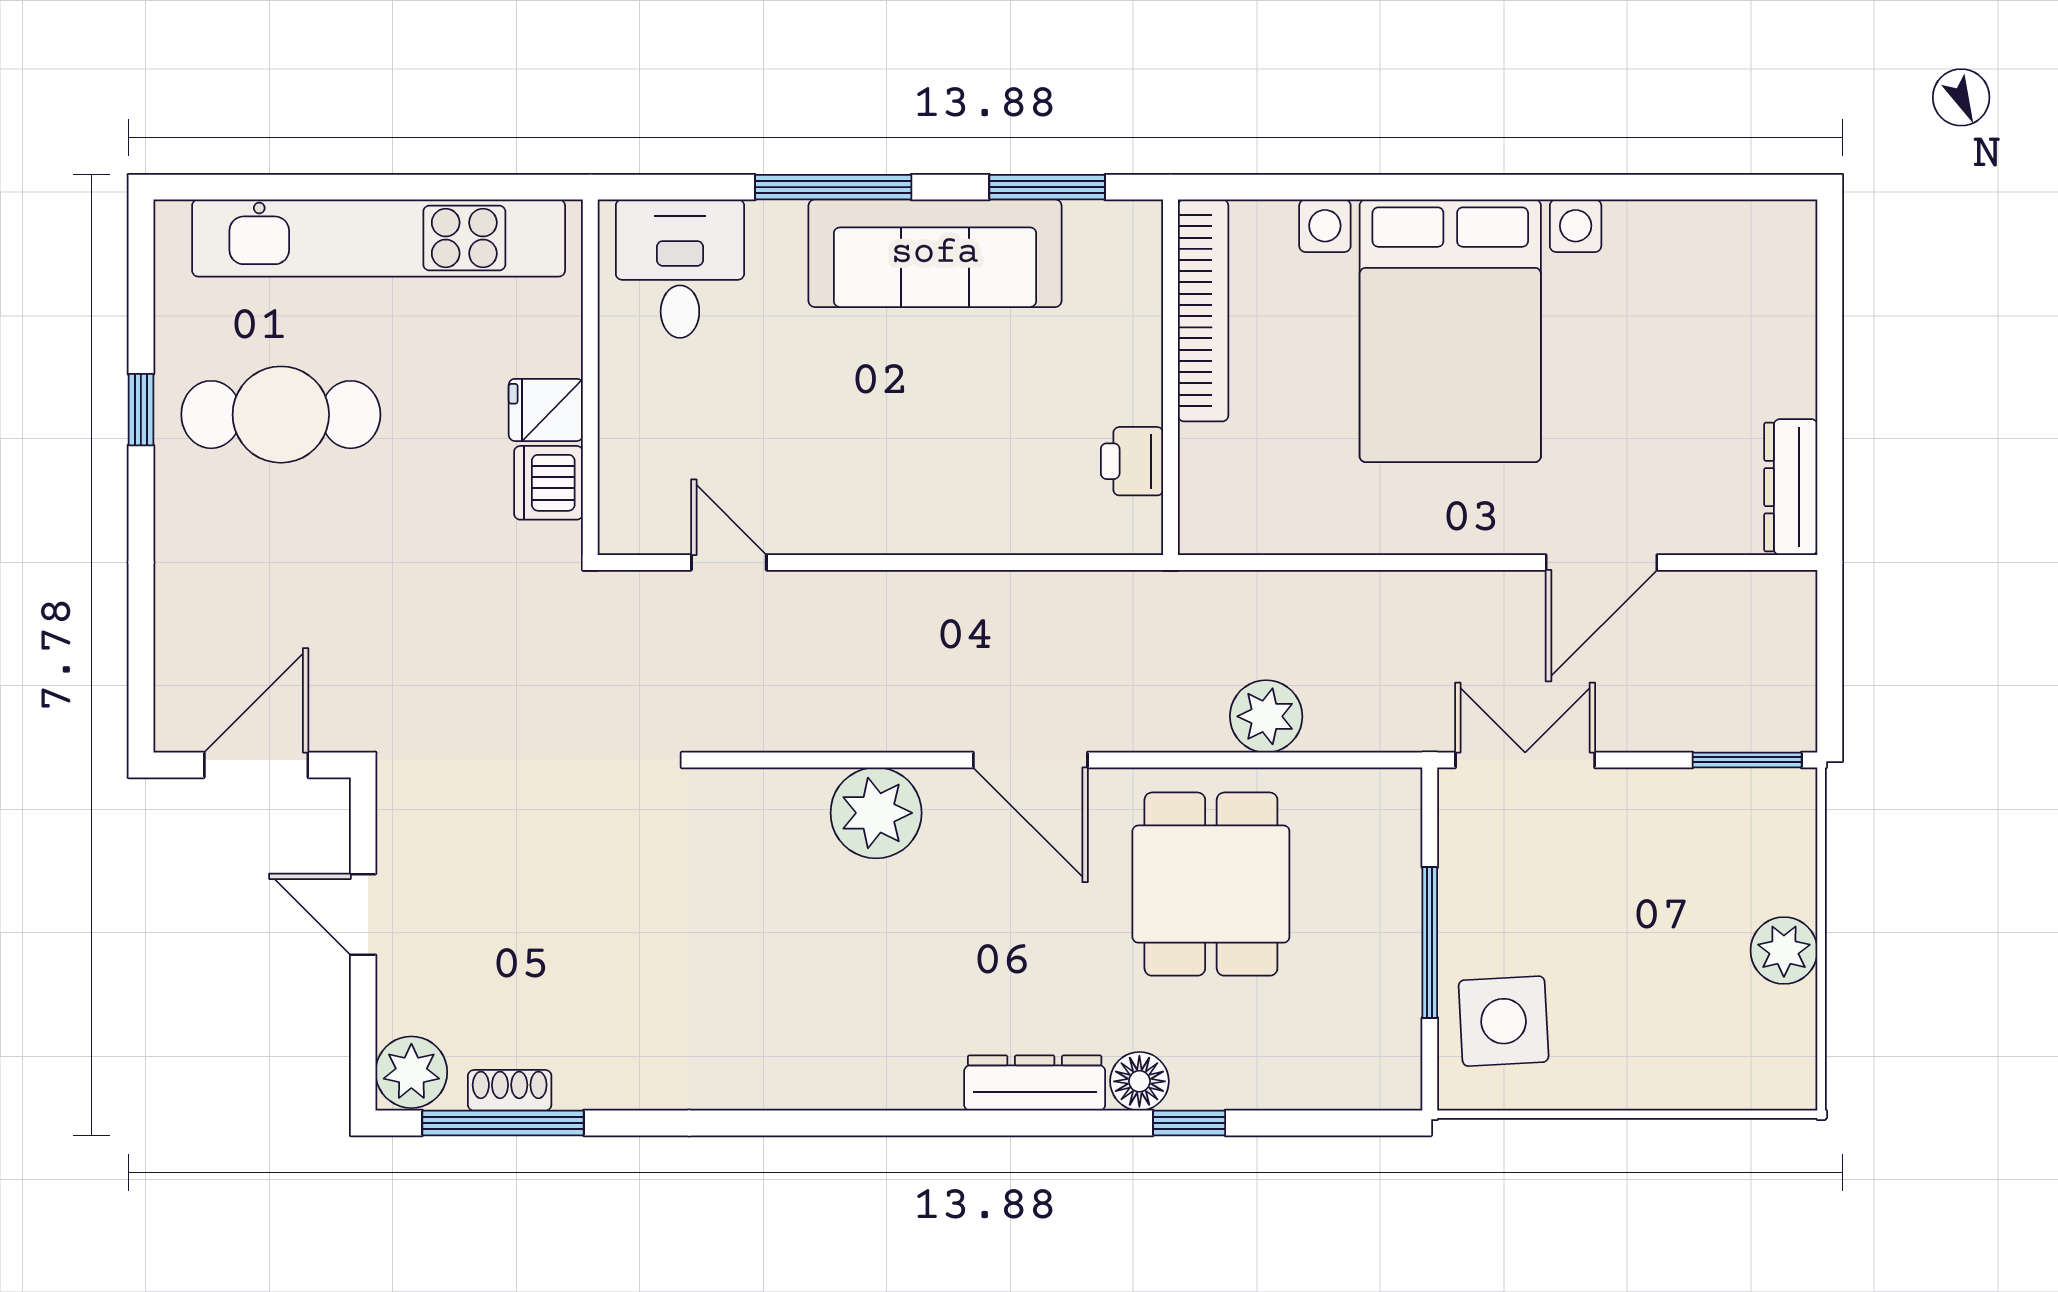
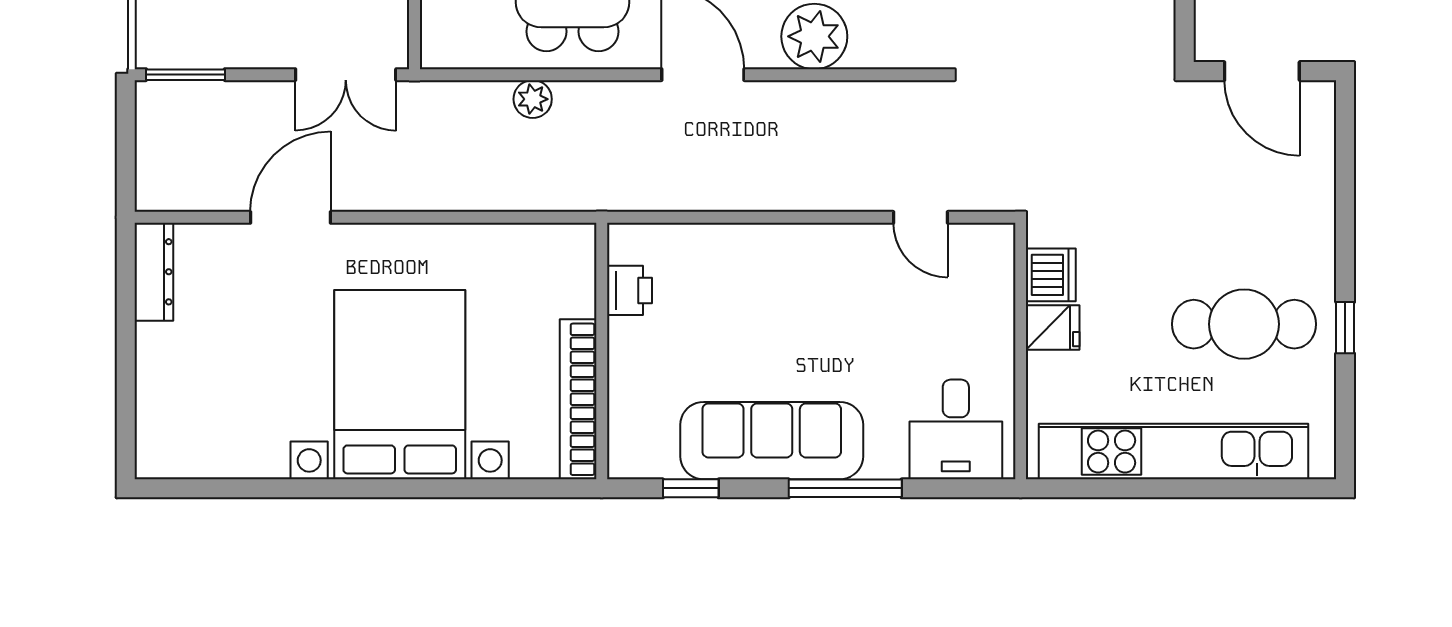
window: (1047, 187) -> (691, 488), width x0.67
plant: (1266, 716) -> (533, 99), width x0.73, depth x0.73
door: (256, 765) -> (1262, 71), hinge flipped

